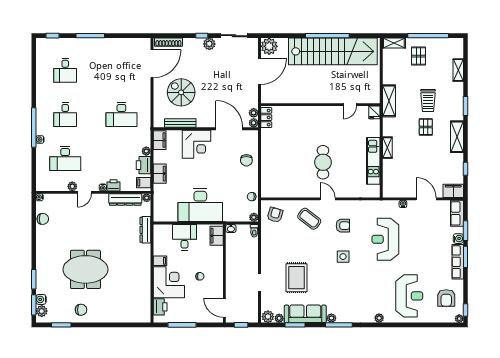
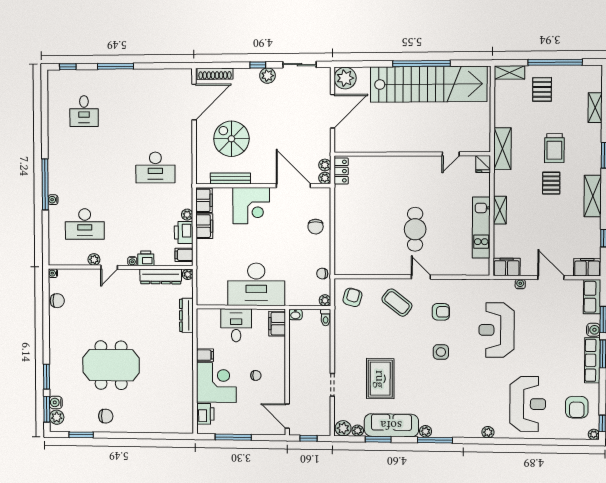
desk: (65, 114) -> (84, 168), removed
filing cabinet: (160, 174) -> (204, 226), moved
filing cabinet: (393, 191) -> (507, 267), added

